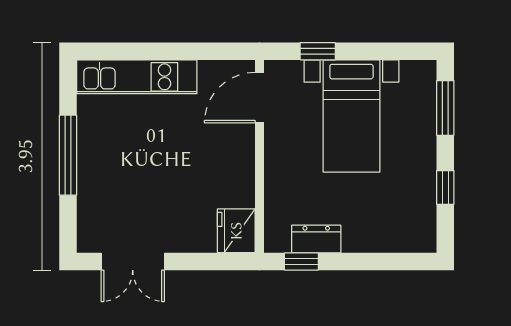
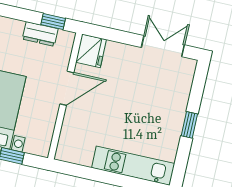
door: (259, 98) -> (67, 88), moved
window: (68, 155) -> (189, 125), width x0.46

